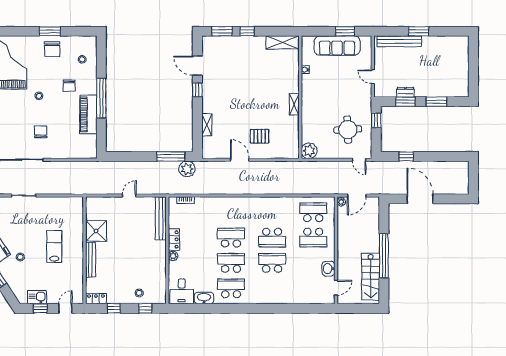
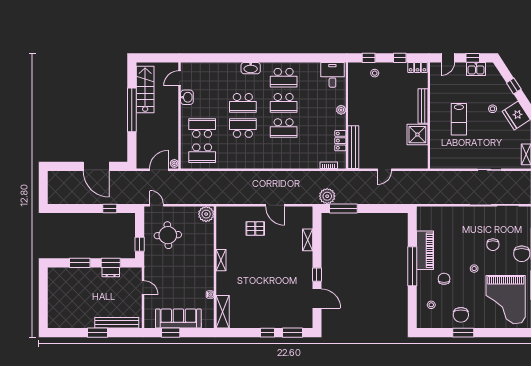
shelving: (283, 42) -> (223, 312), moved, turned 90
chair: (52, 49) -> (461, 315), turned 180
chair: (41, 132) -> (493, 245), moved
locker: (174, 239) -> (340, 141), moved
washbasin: (204, 298) -> (251, 68), moved

